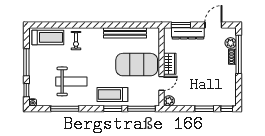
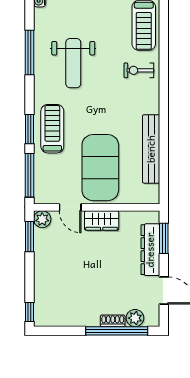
window: (204, 109) -> (29, 237), moved

